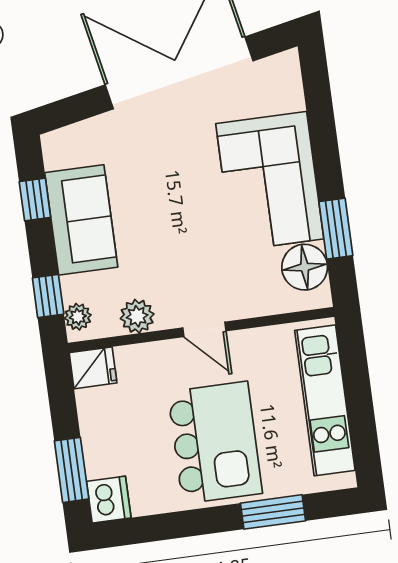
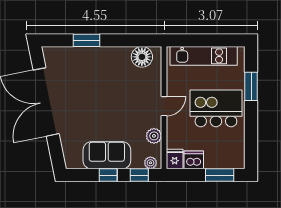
corner sofa: (270, 181) -> (101, 67), removed
window: (35, 199) -> (108, 175), moved
window: (336, 229) -> (86, 40), moved
dishwasher: (109, 500) -> (194, 160), moved

